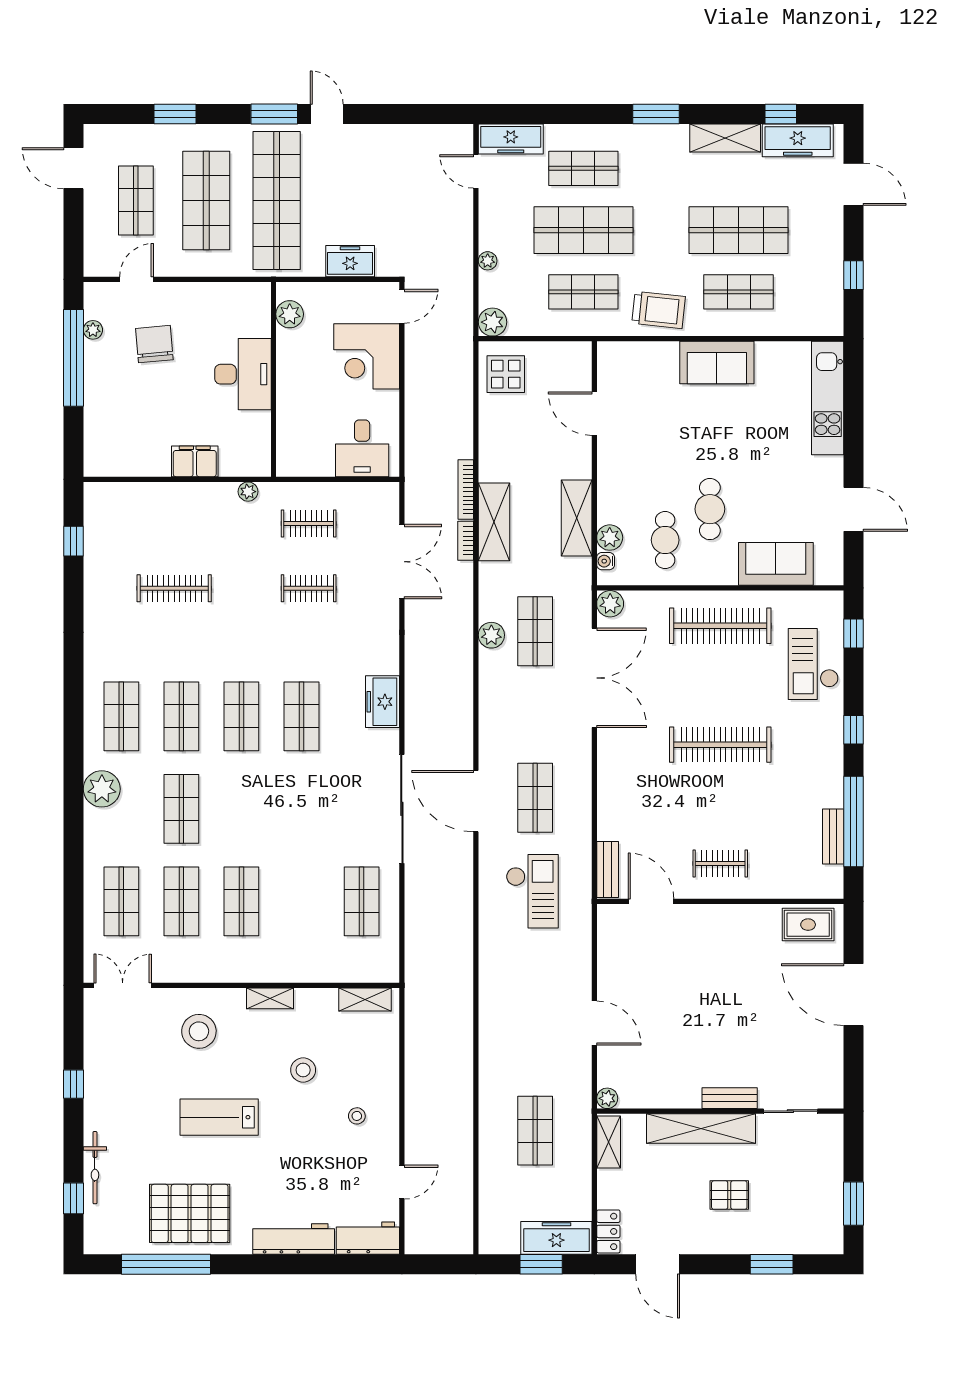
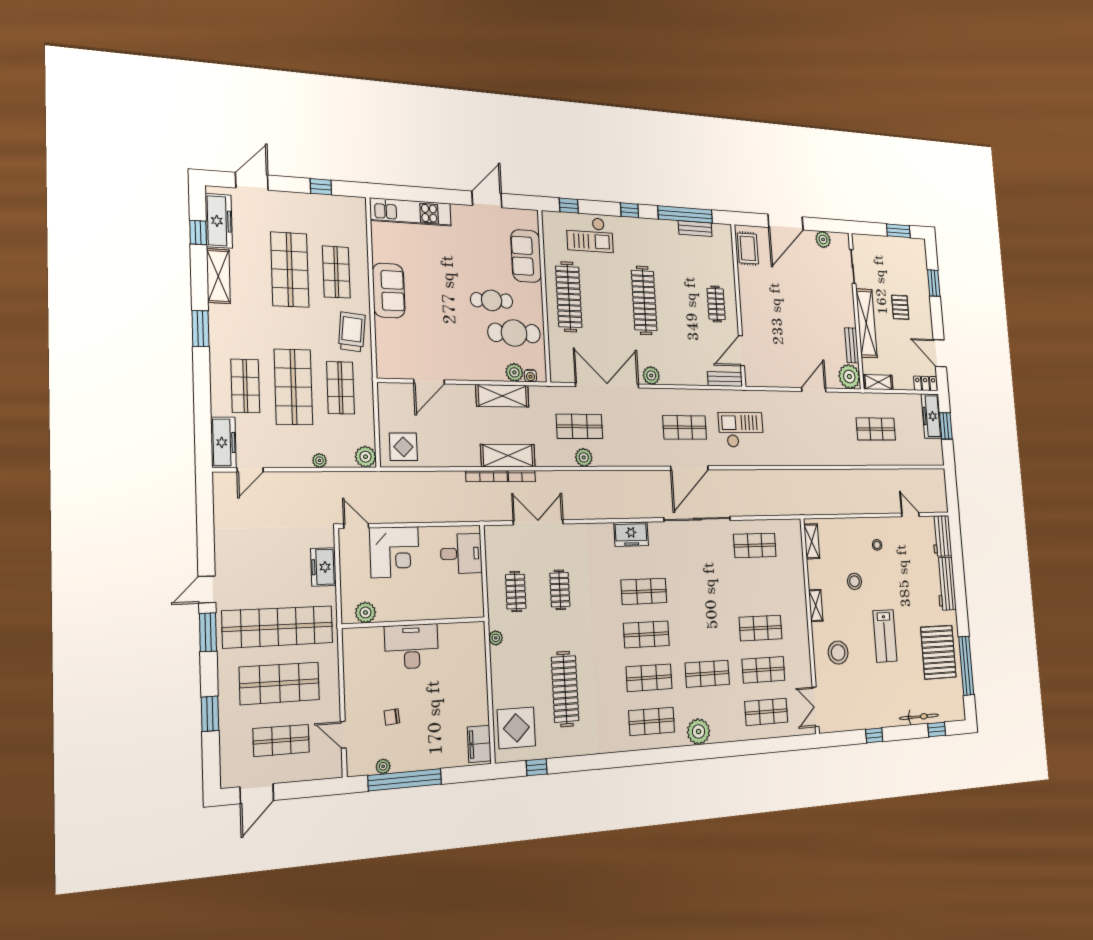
chair: (154, 344) -> (392, 717), width x0.54, depth x0.54
filing cabinet: (195, 461) -> (479, 744), moved
display table: (128, 515) -> (516, 728), added
cafe table: (665, 540) -> (514, 333), width x1.37, depth x1.35
clothes rail: (174, 588) -> (565, 689), width x1.37, depth x1.31
plant: (610, 604) -> (651, 375), moved
plant: (830, 1060) -> (823, 239), added
plant: (607, 1098) -> (849, 377), width x1.87, depth x1.87
bench: (730, 1098) -> (852, 345), moved
door: (658, 1264) -> (940, 353), swing flipped

